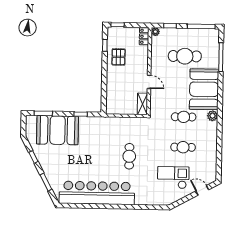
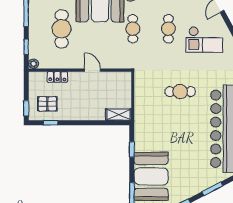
locker: (144, 36) -> (57, 77), moved
pallet: (119, 57) -> (47, 104), moved
door: (149, 82) -> (92, 70), hinge flipped
shelving: (142, 104) -> (119, 115), moved
checkout: (173, 178) -> (204, 40), turned -90

